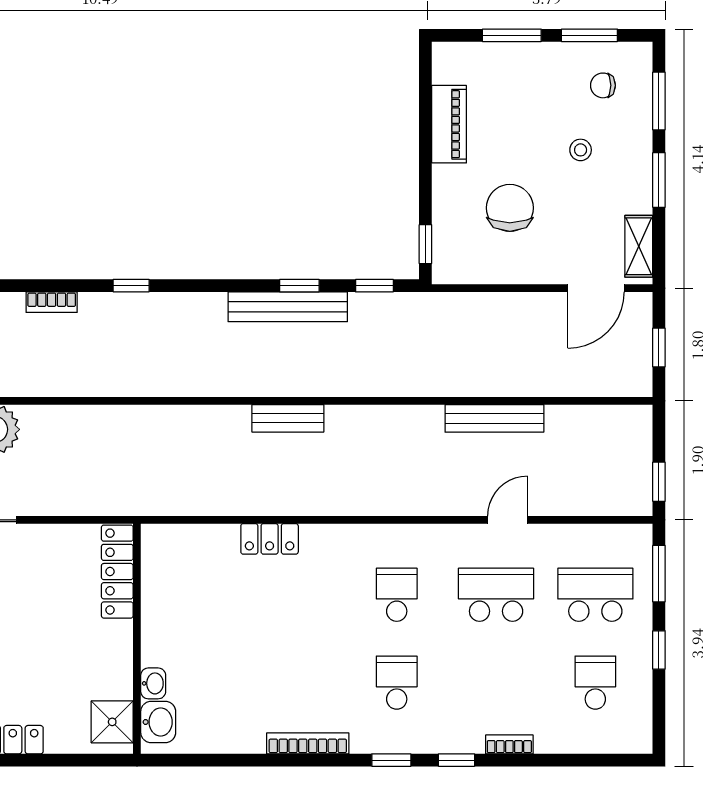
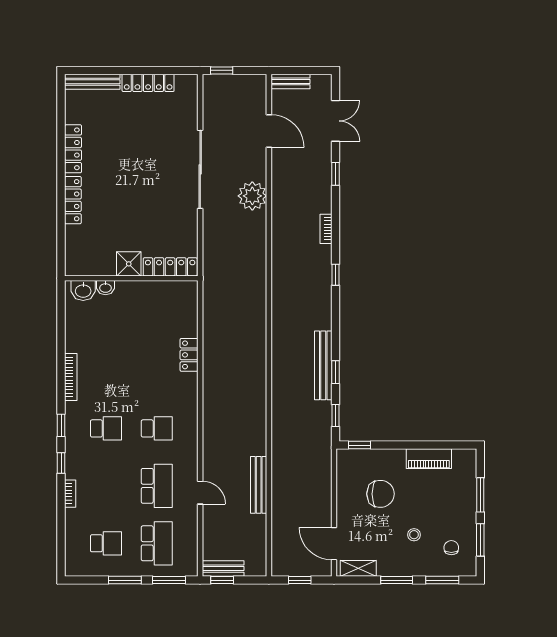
bench: (288, 418) -> (223, 569), moved, turned 90
window: (659, 650) -> (125, 580), width x1.50
shower: (112, 722) -> (129, 264), moved

